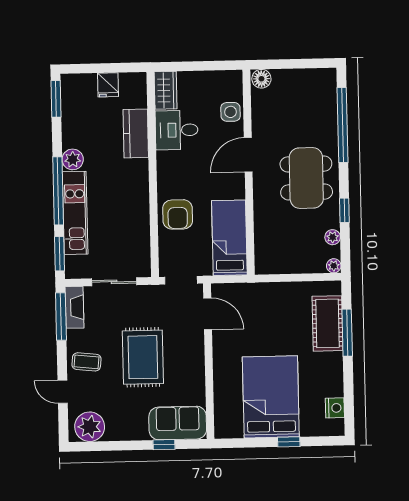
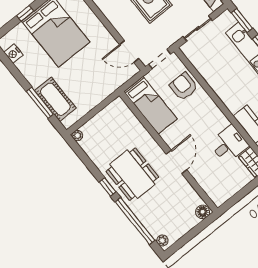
side table: (231, 112) -> (206, 179), removed
window: (344, 210) -> (108, 187), moved
armchair: (178, 214) -> (184, 86), moved
plant: (333, 237) -> (162, 241), moved

